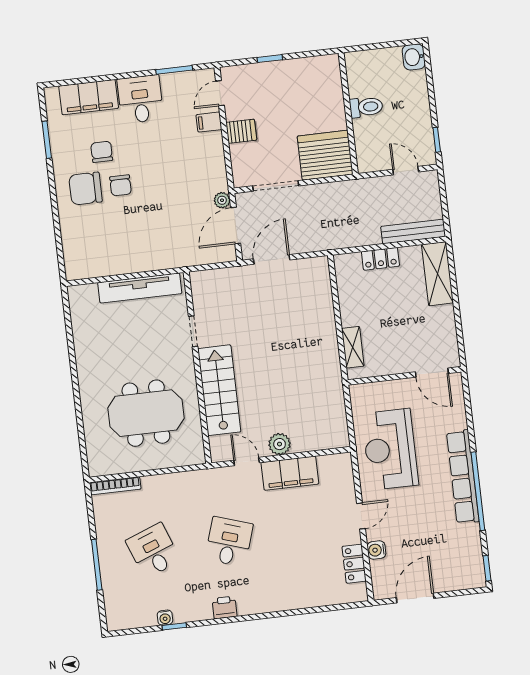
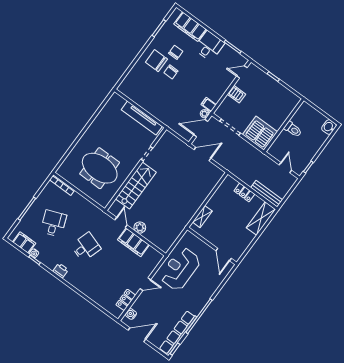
filing cabinet: (209, 122) -> (209, 105), moved
row of seats: (463, 477) -> (178, 333), moved
water cooler: (376, 550) -> (131, 314), moved
filing cabinet: (137, 616) -> (24, 243), added

